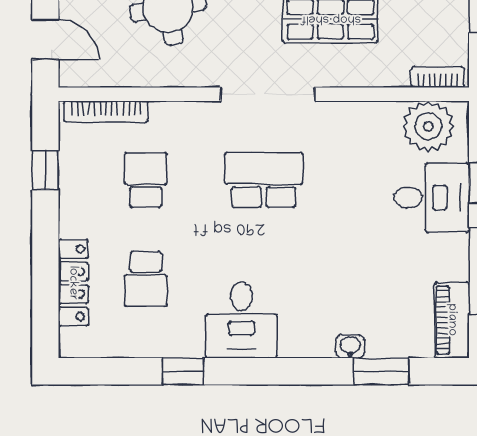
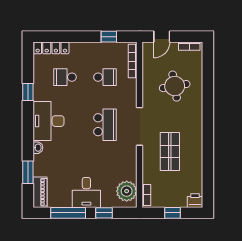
desk: (432, 198) -> (86, 192), moved
locker: (73, 283) -> (51, 48), moved
desk: (241, 320) -> (48, 121), width x1.37
piano: (452, 320) -> (40, 192), moved, turned 90
washbasin: (350, 346) -> (38, 148), moved

